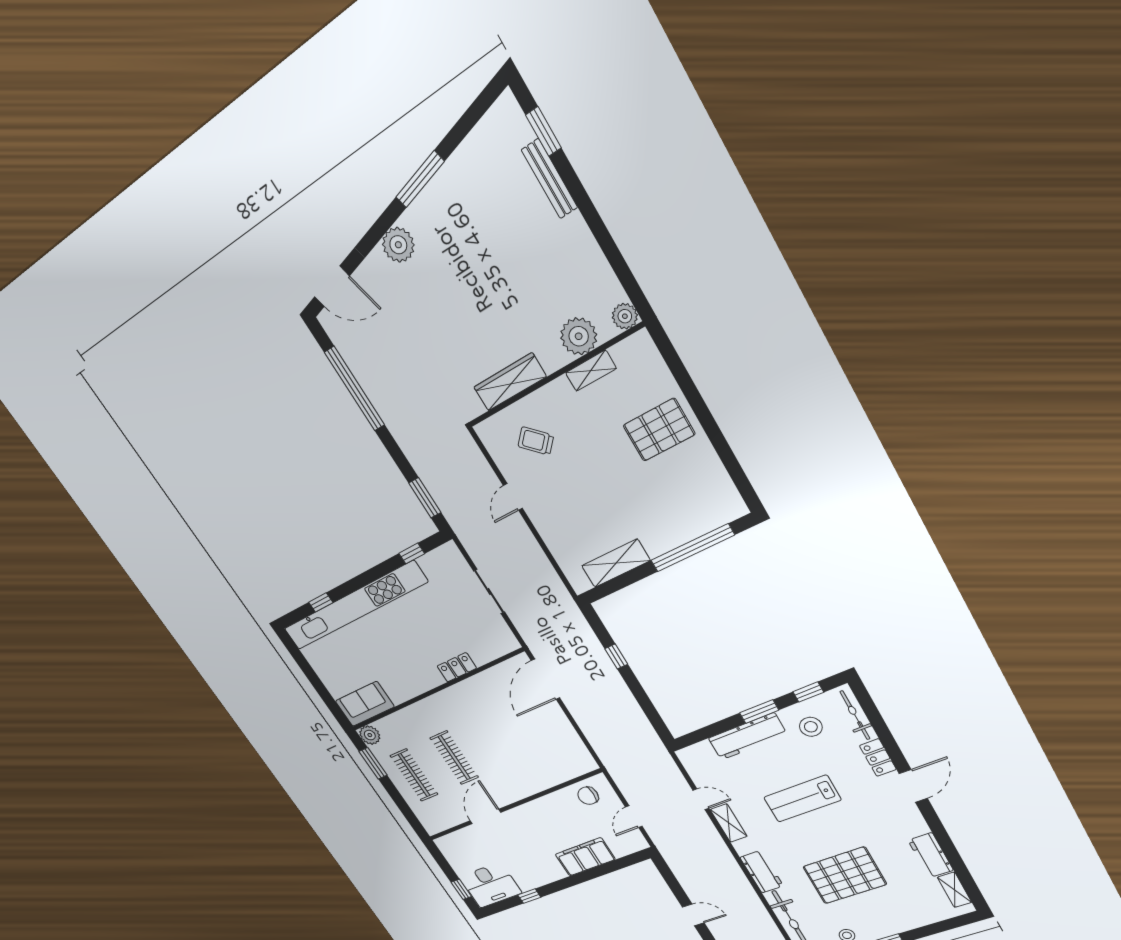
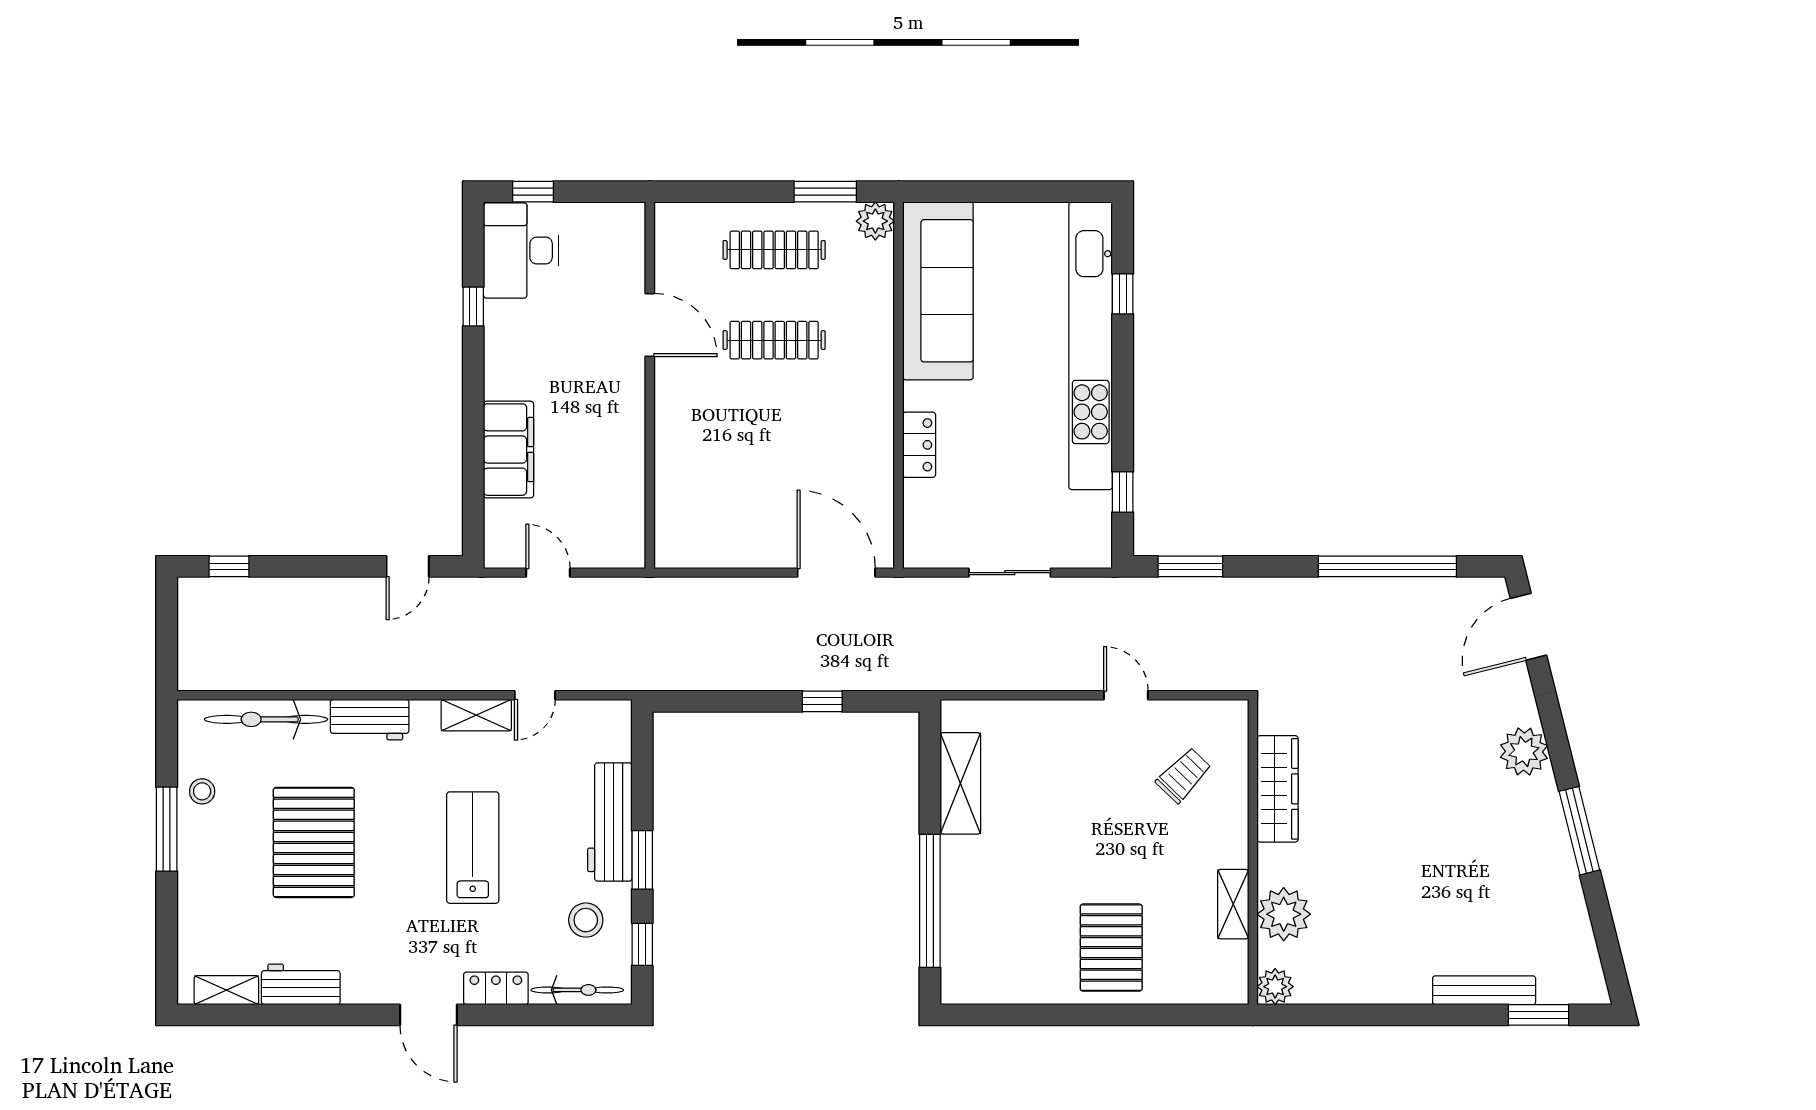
sofa: (365, 704) -> (938, 291), width x1.85, depth x1.27
chair: (588, 796) -> (615, 521), removed
door: (693, 915) -> (408, 566), moved

